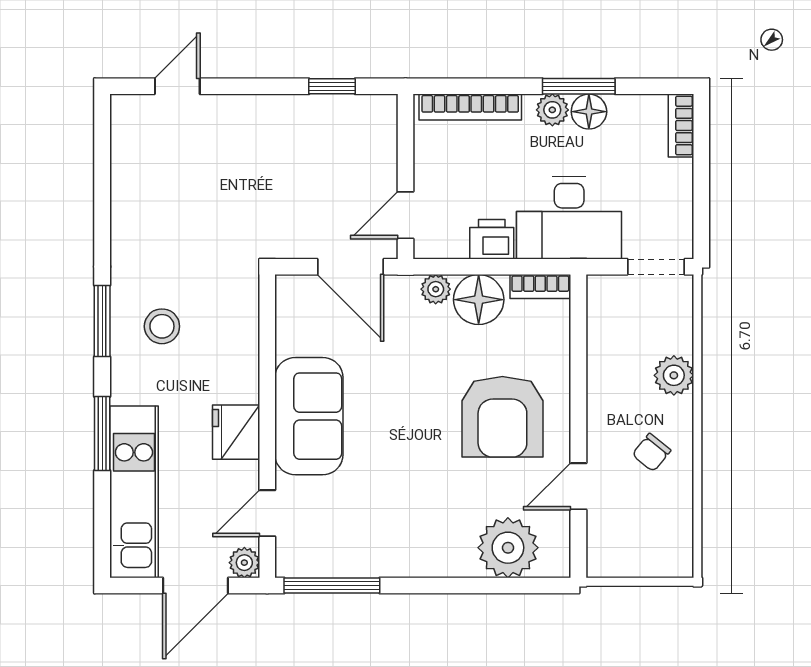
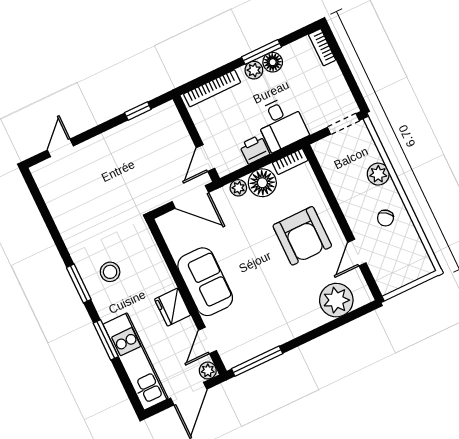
desk: (569, 218) -> (281, 124), width x0.73

